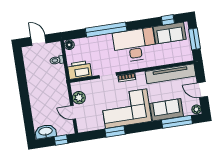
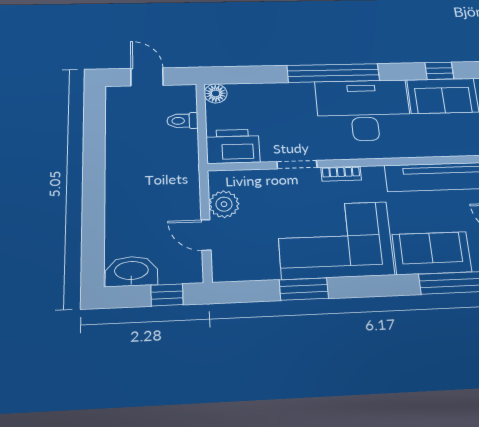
window: (106, 30) -> (333, 73), moved

